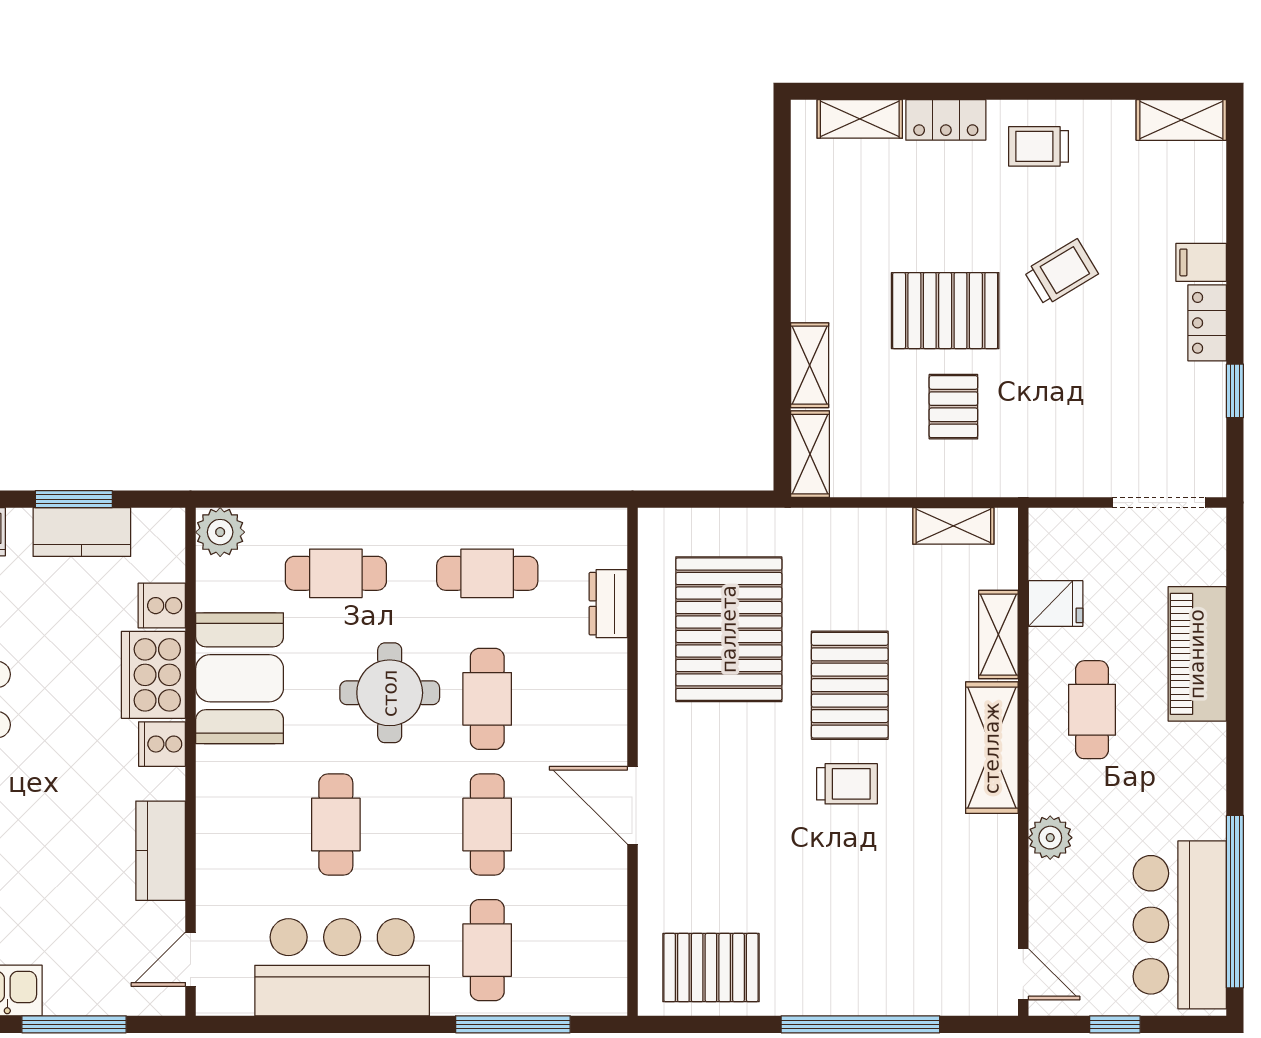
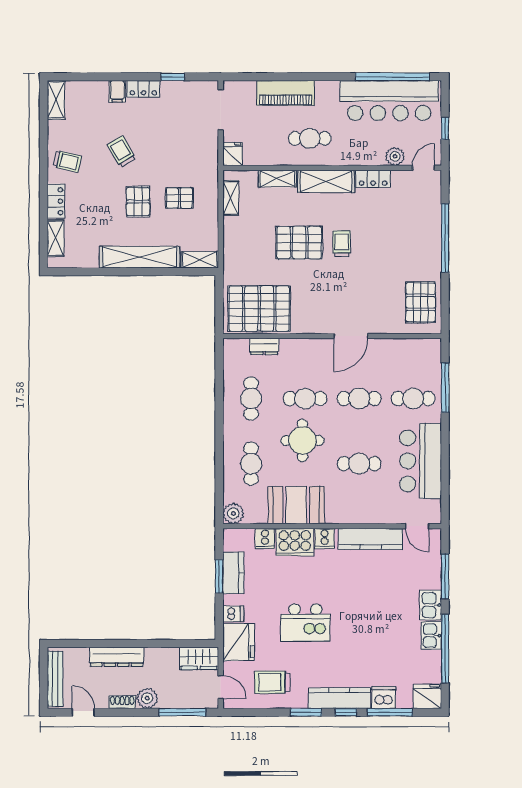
trolley: (1039, 146) -> (67, 161), turned -76
pallet: (945, 311) -> (138, 202), width x0.67, depth x0.71
shelving: (810, 365) -> (140, 257), width x2.20, depth x1.33
fridge: (1056, 603) -> (233, 154), moved
pallet: (729, 629) -> (259, 309), moved
plant: (1050, 838) -> (395, 156), moved
kitchen counter: (161, 851) -> (370, 539), width x1.50
locker: (998, 857) -> (373, 179), added
bar counter: (1180, 925) -> (389, 101), width x1.36

